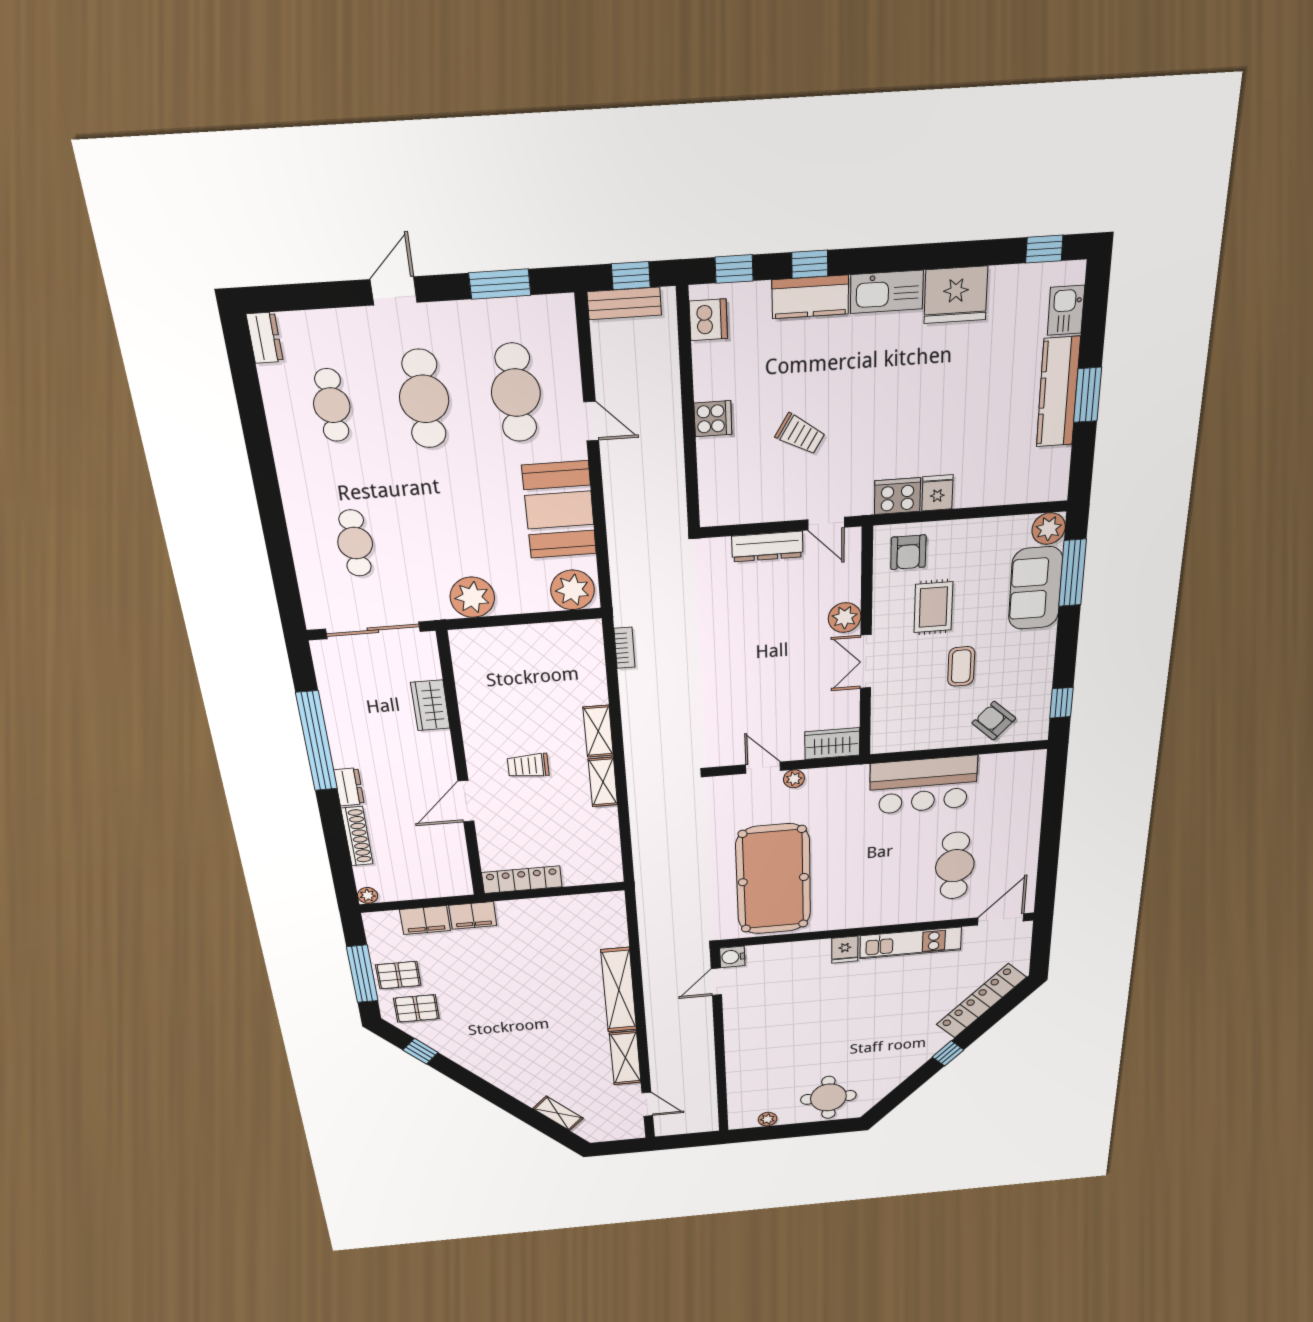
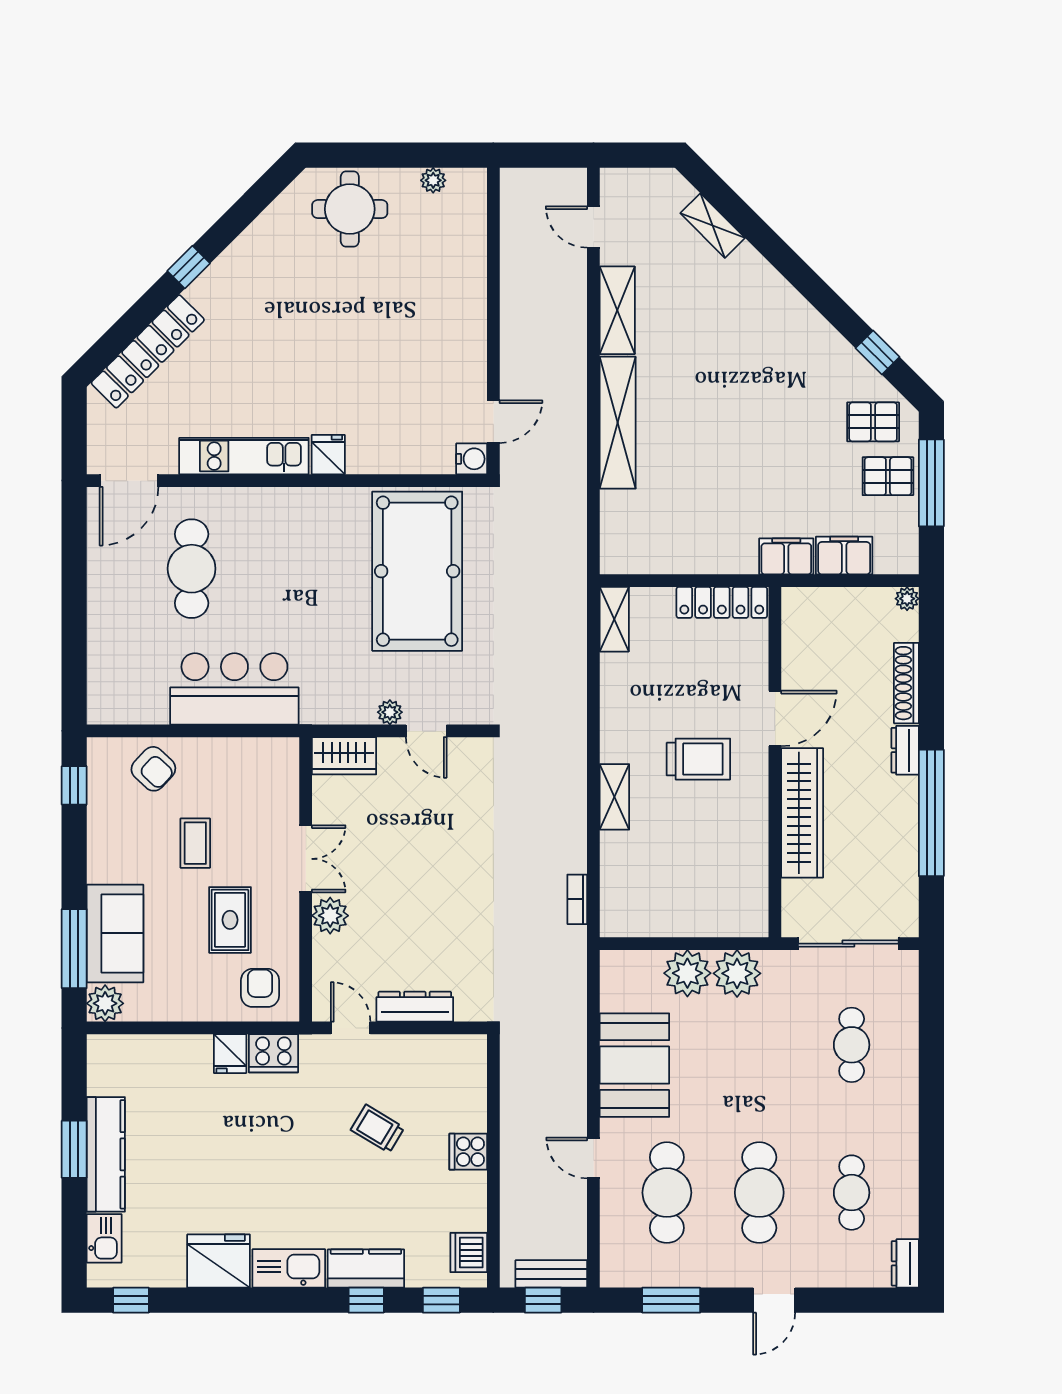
plant: (573, 590) -> (687, 973), moved
wardrobe: (430, 705) -> (802, 813), width x2.10, depth x1.17
trolley: (528, 766) -> (698, 759), width x1.36, depth x1.39
shelving: (603, 782) -> (614, 619), moved

